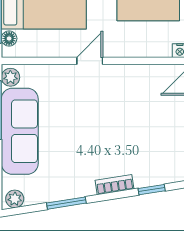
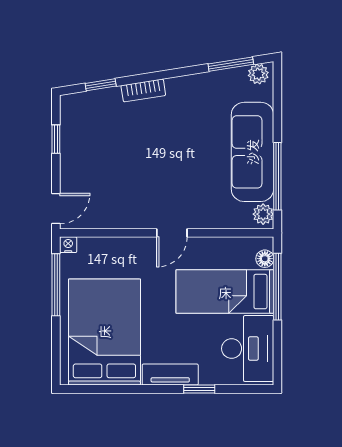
window: (66, 203) -> (231, 64), moved

